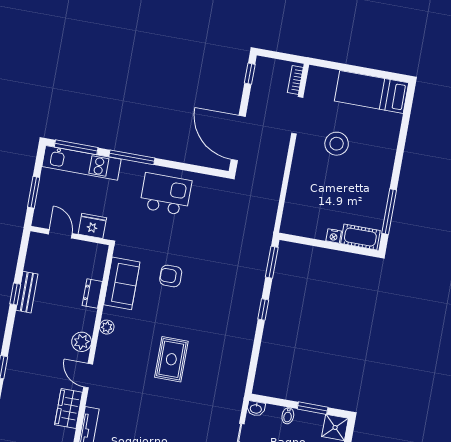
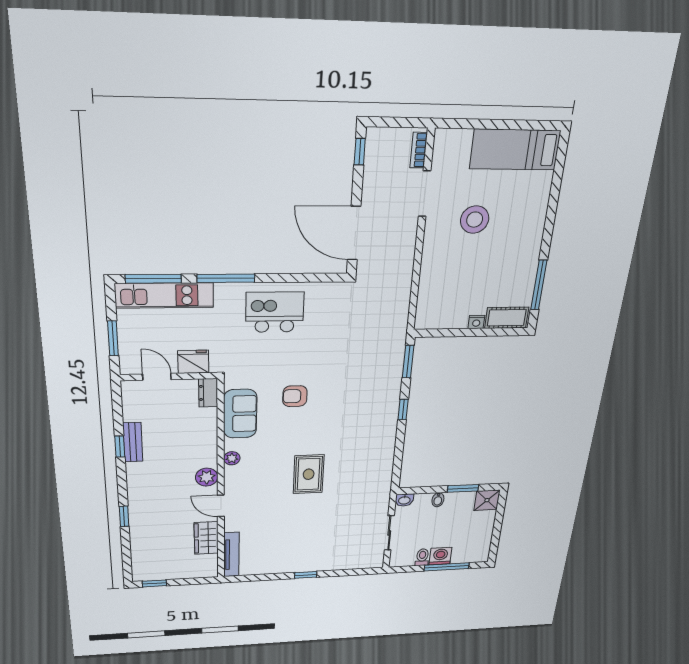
dresser: (92, 293) -> (208, 393), moved

